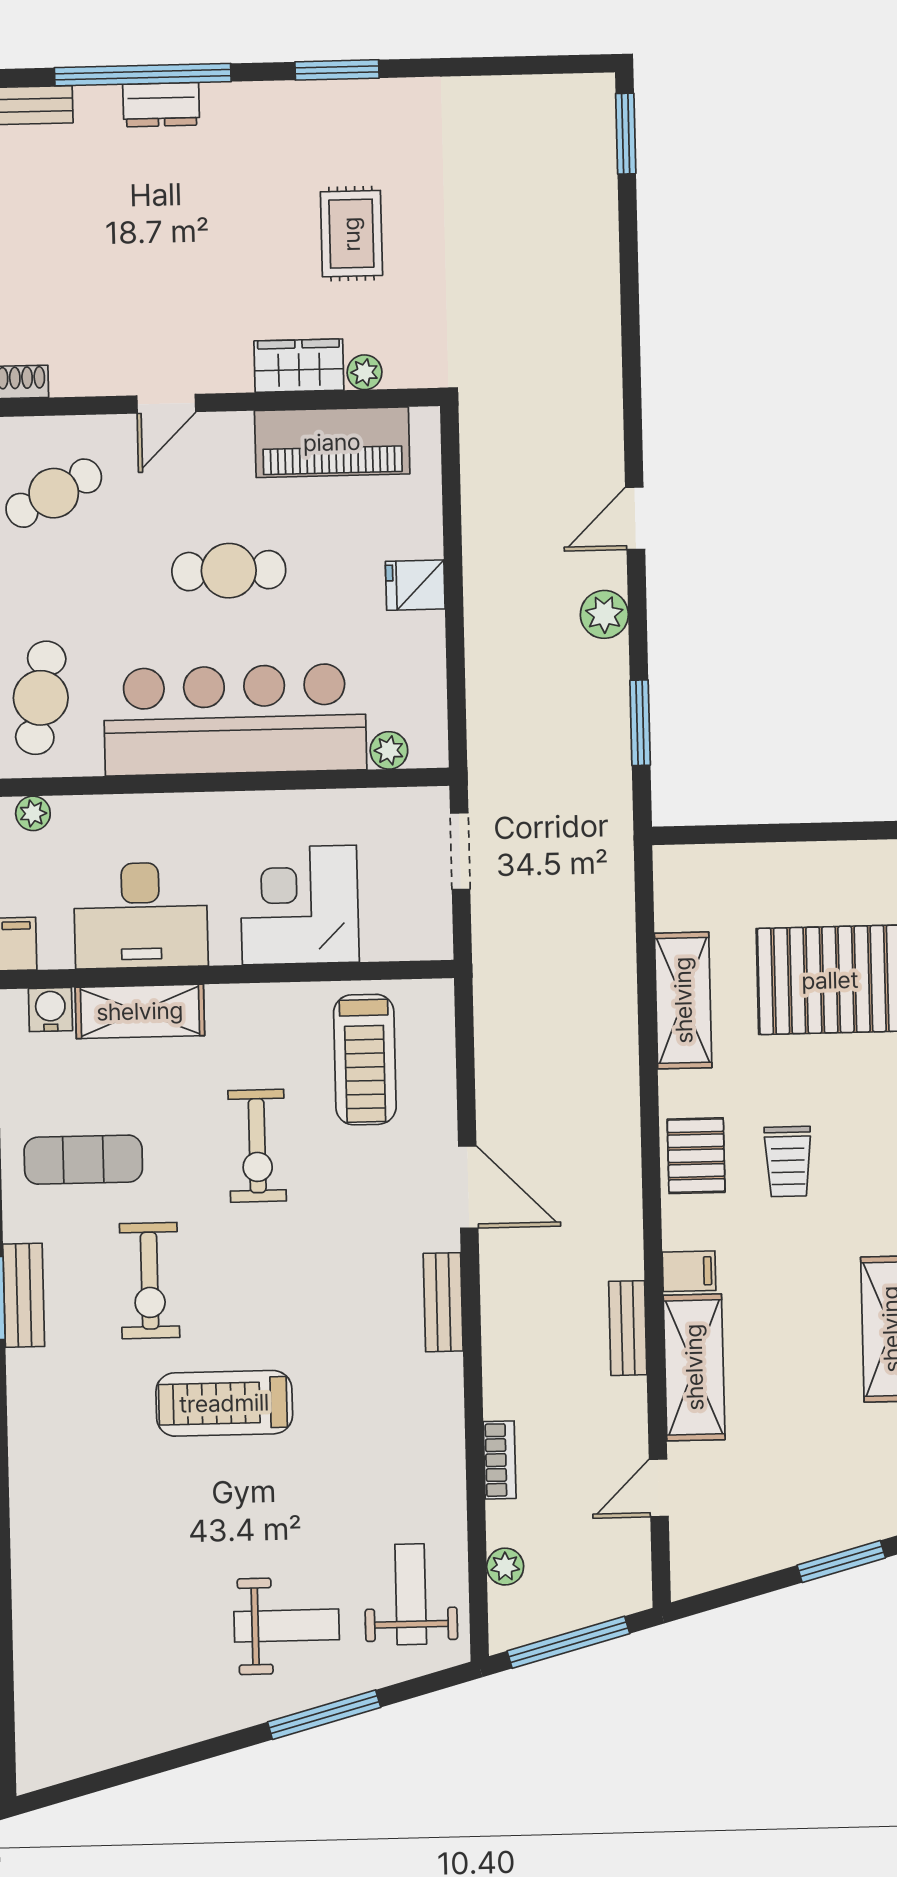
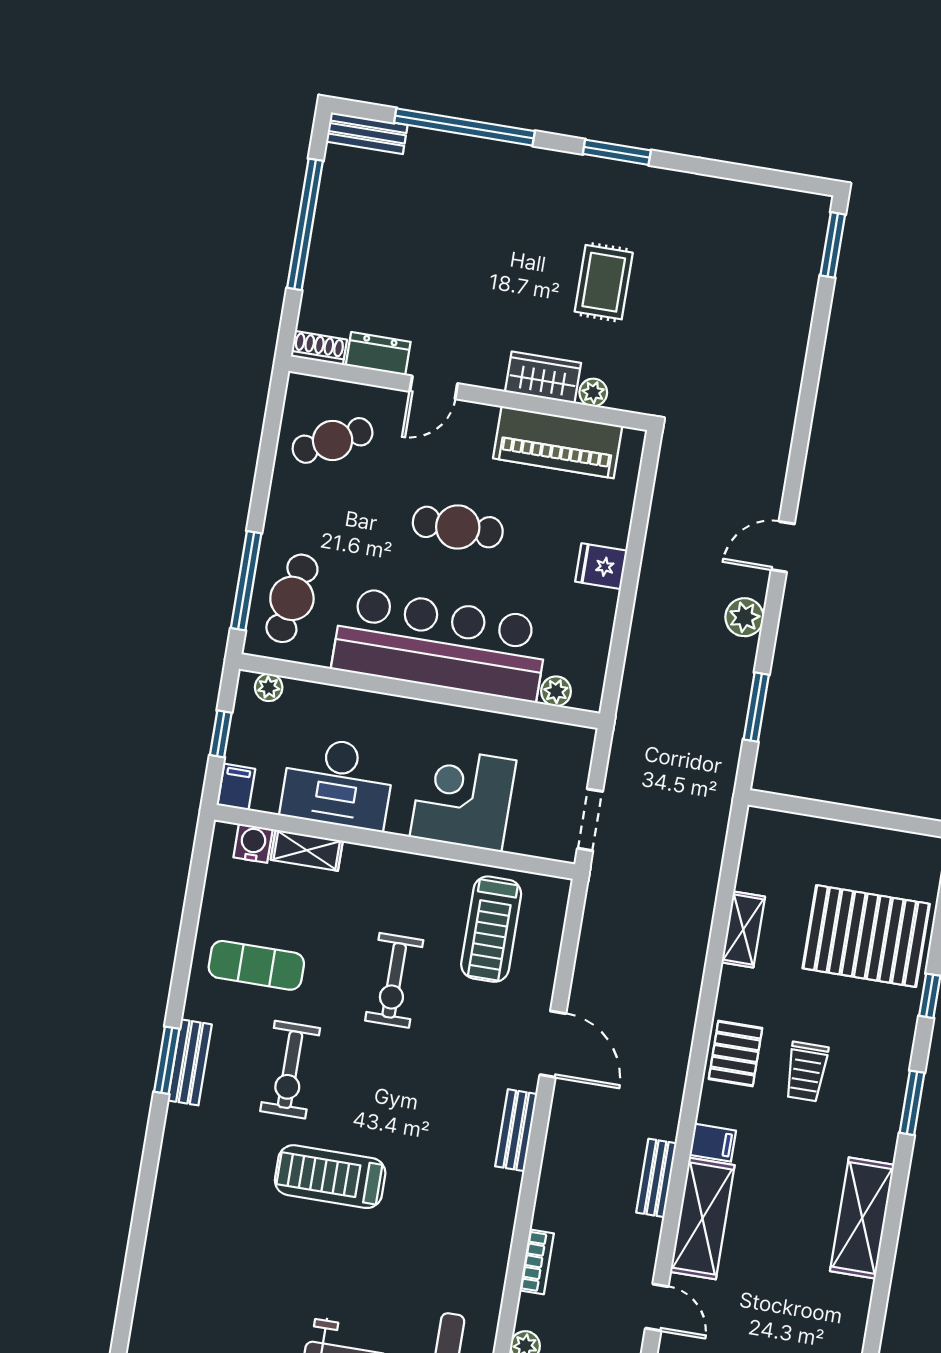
dresser: (161, 105) -> (378, 354), moved, turned 180
doorway: (460, 851) -> (590, 820), moved
shelving: (683, 1000) -> (743, 929), width x0.67, depth x0.75
shelving: (140, 1011) -> (307, 850), width x0.67, depth x0.75
door: (659, 1488) -> (657, 1307), swing flipped

